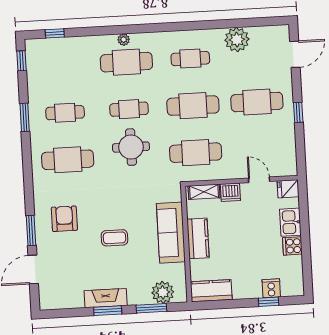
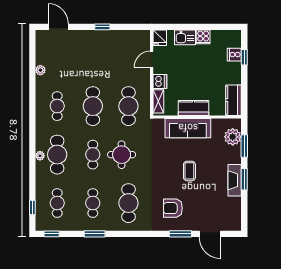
plant: (237, 40) -> (40, 70), width x0.53, depth x0.53
cafe table: (257, 102) -> (57, 203), moved, width x0.73, depth x0.74

